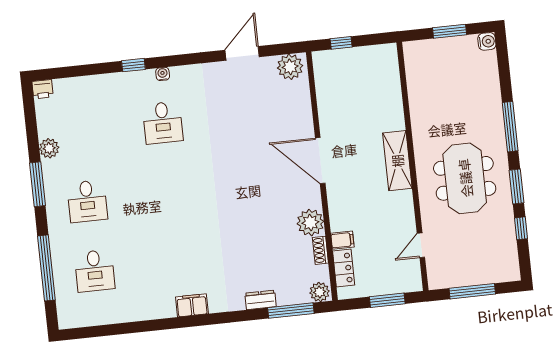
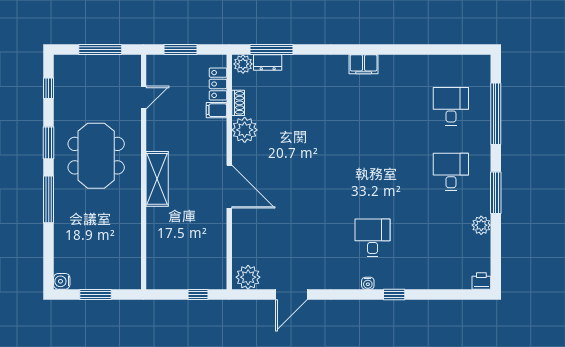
window: (521, 228) -> (49, 88), moved
dresser: (261, 300) -> (268, 63), moved

